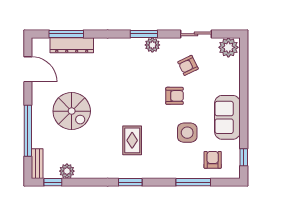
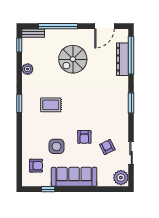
window: (66, 34) -> (131, 55), width x1.46
window: (144, 34) -> (131, 103), moved
plant: (152, 45) -> (123, 120), removed
sofa: (227, 117) -> (74, 177), width x1.36
window: (244, 157) -> (48, 189), moved
plant: (67, 171) -> (28, 69), moved
window: (193, 182) -> (19, 151), removed

